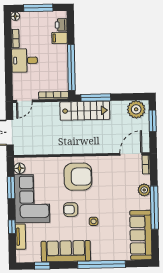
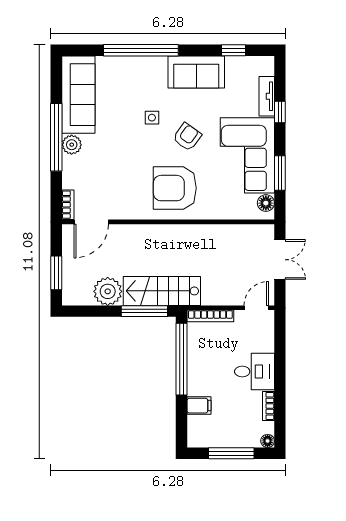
printer: (61, 25) -> (196, 426), removed
plant: (136, 109) -> (108, 291), moved
plant: (144, 190) -> (72, 145), moved
armchair: (71, 210) -> (187, 137), turned -54
sofa: (66, 251) -> (196, 72), width x0.73

